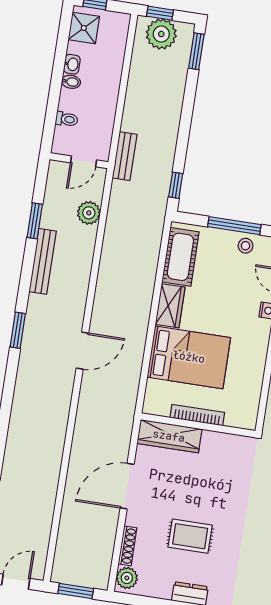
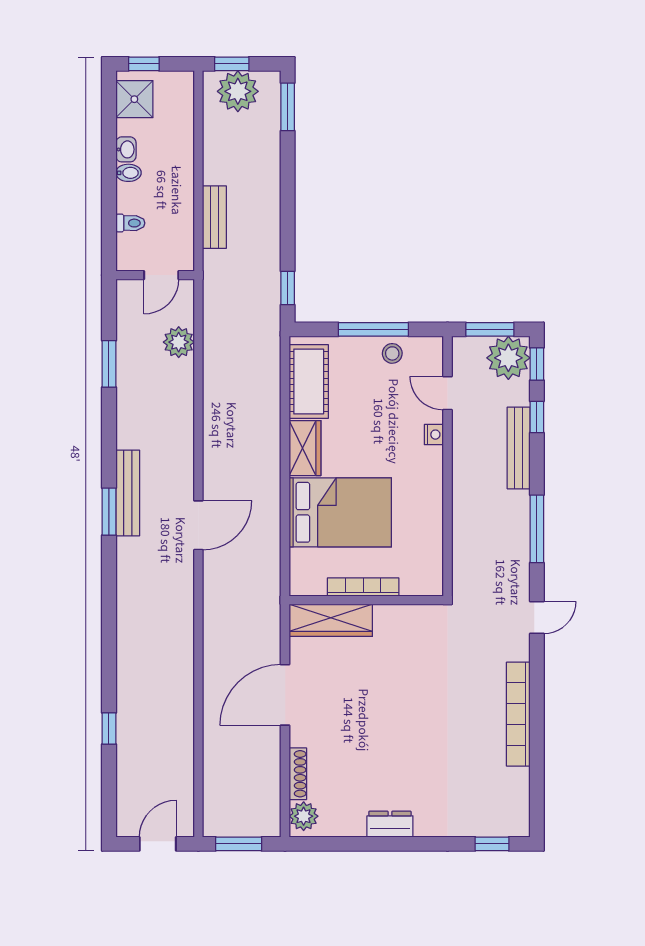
bench: (125, 156) -> (214, 217), moved
bench: (43, 261) -> (128, 493), moved
rug: (190, 536) -> (379, 748), removed

